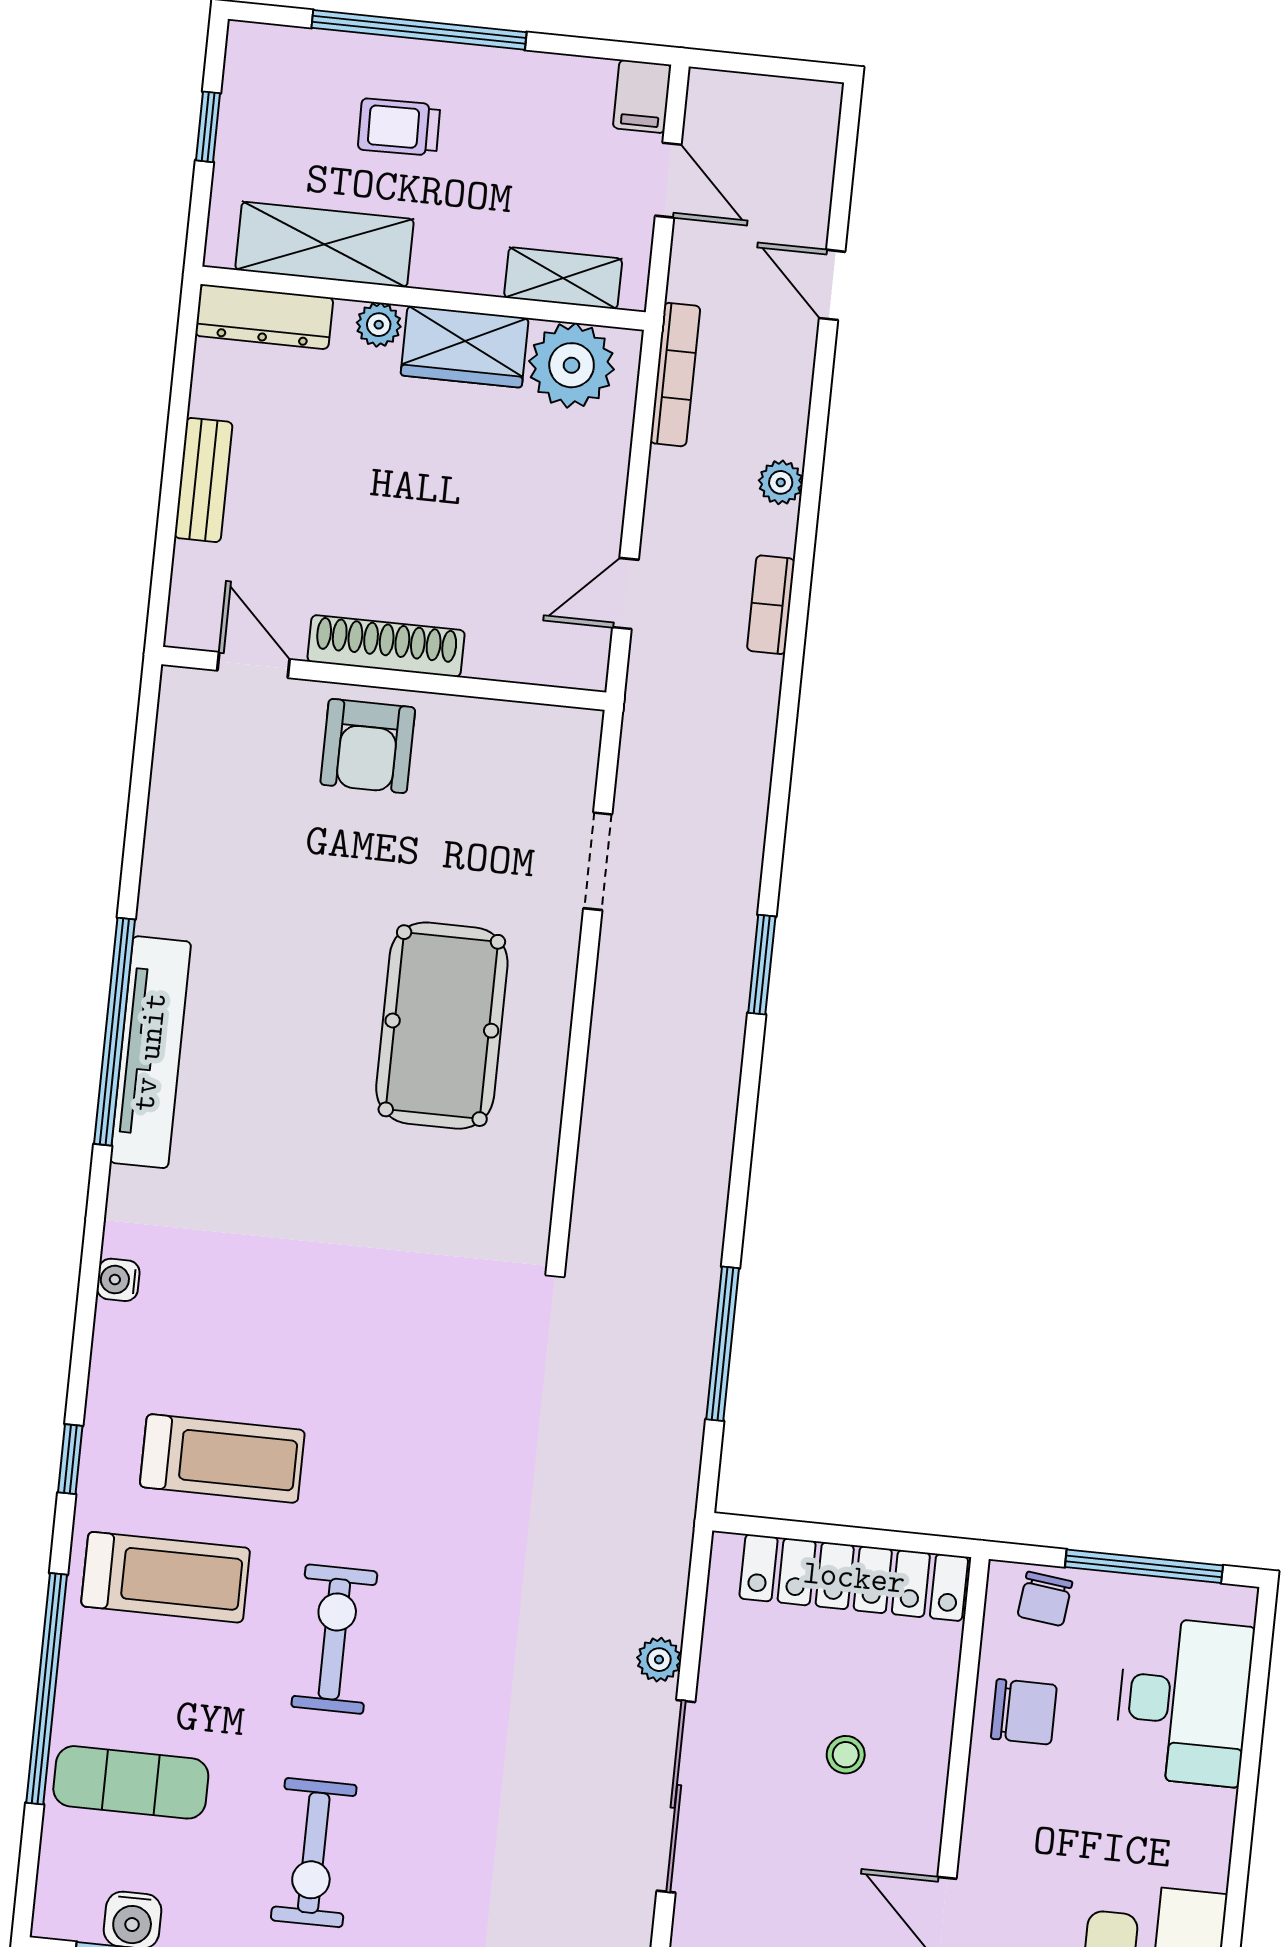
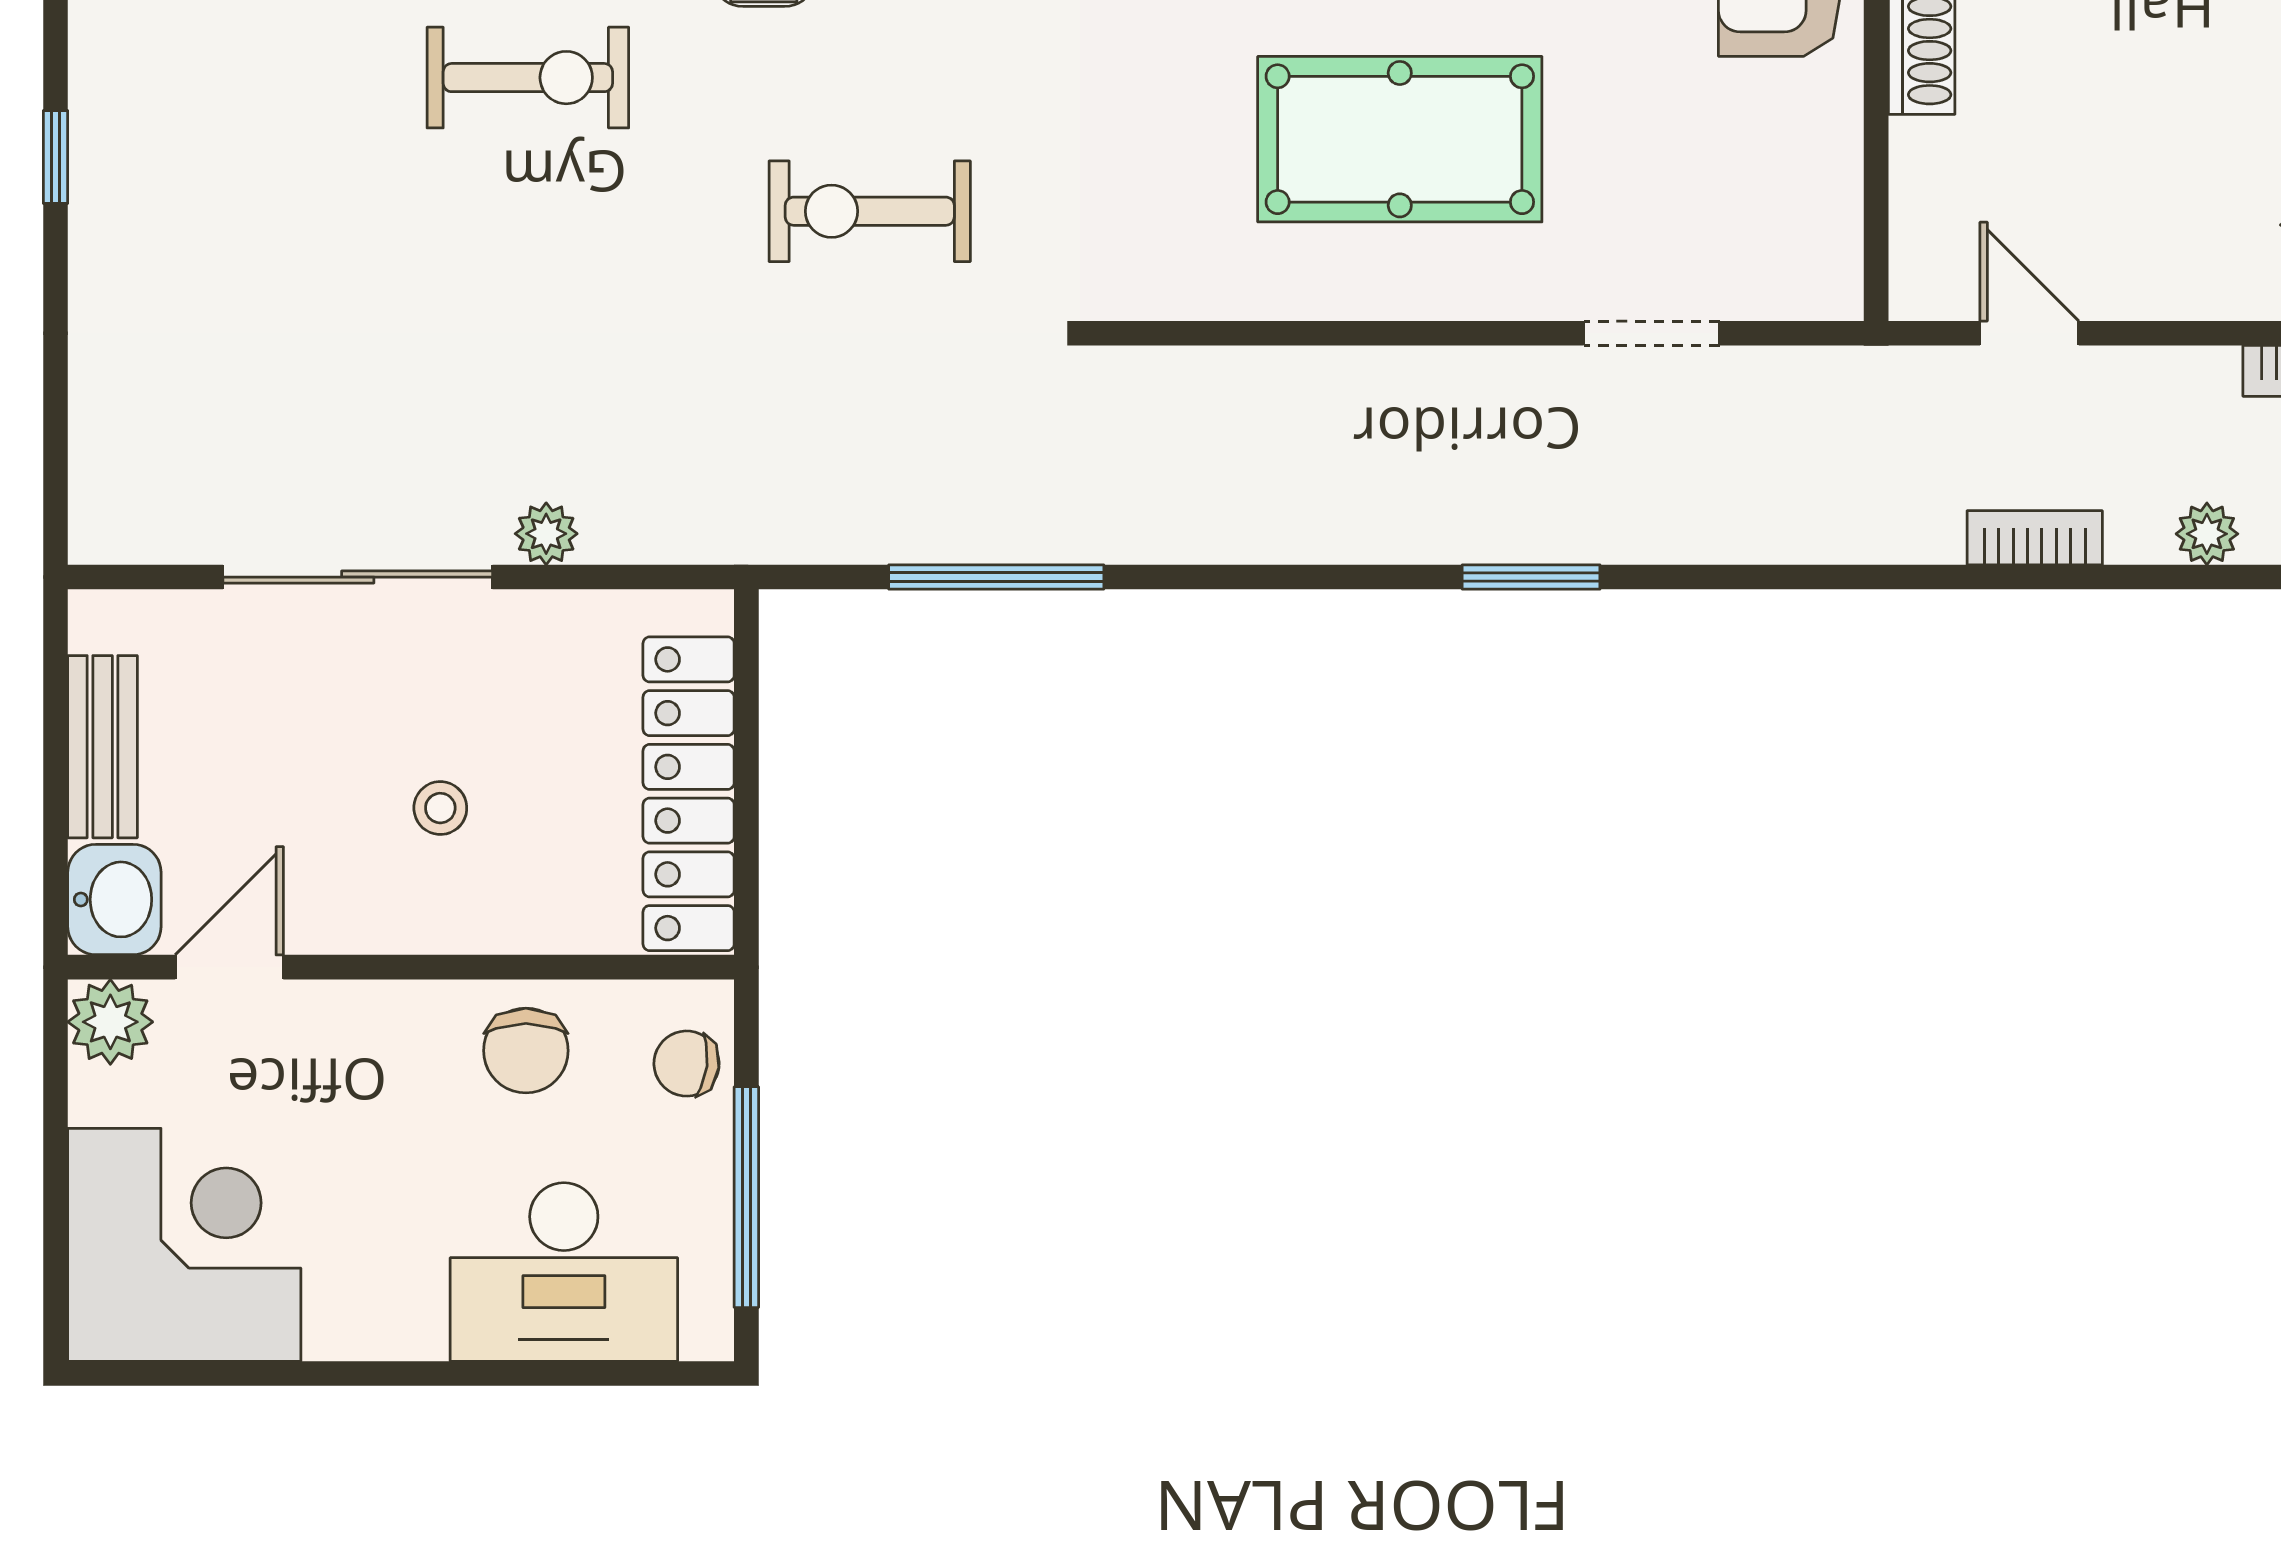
exercise bike: (314, 1853) -> (870, 211), moved

